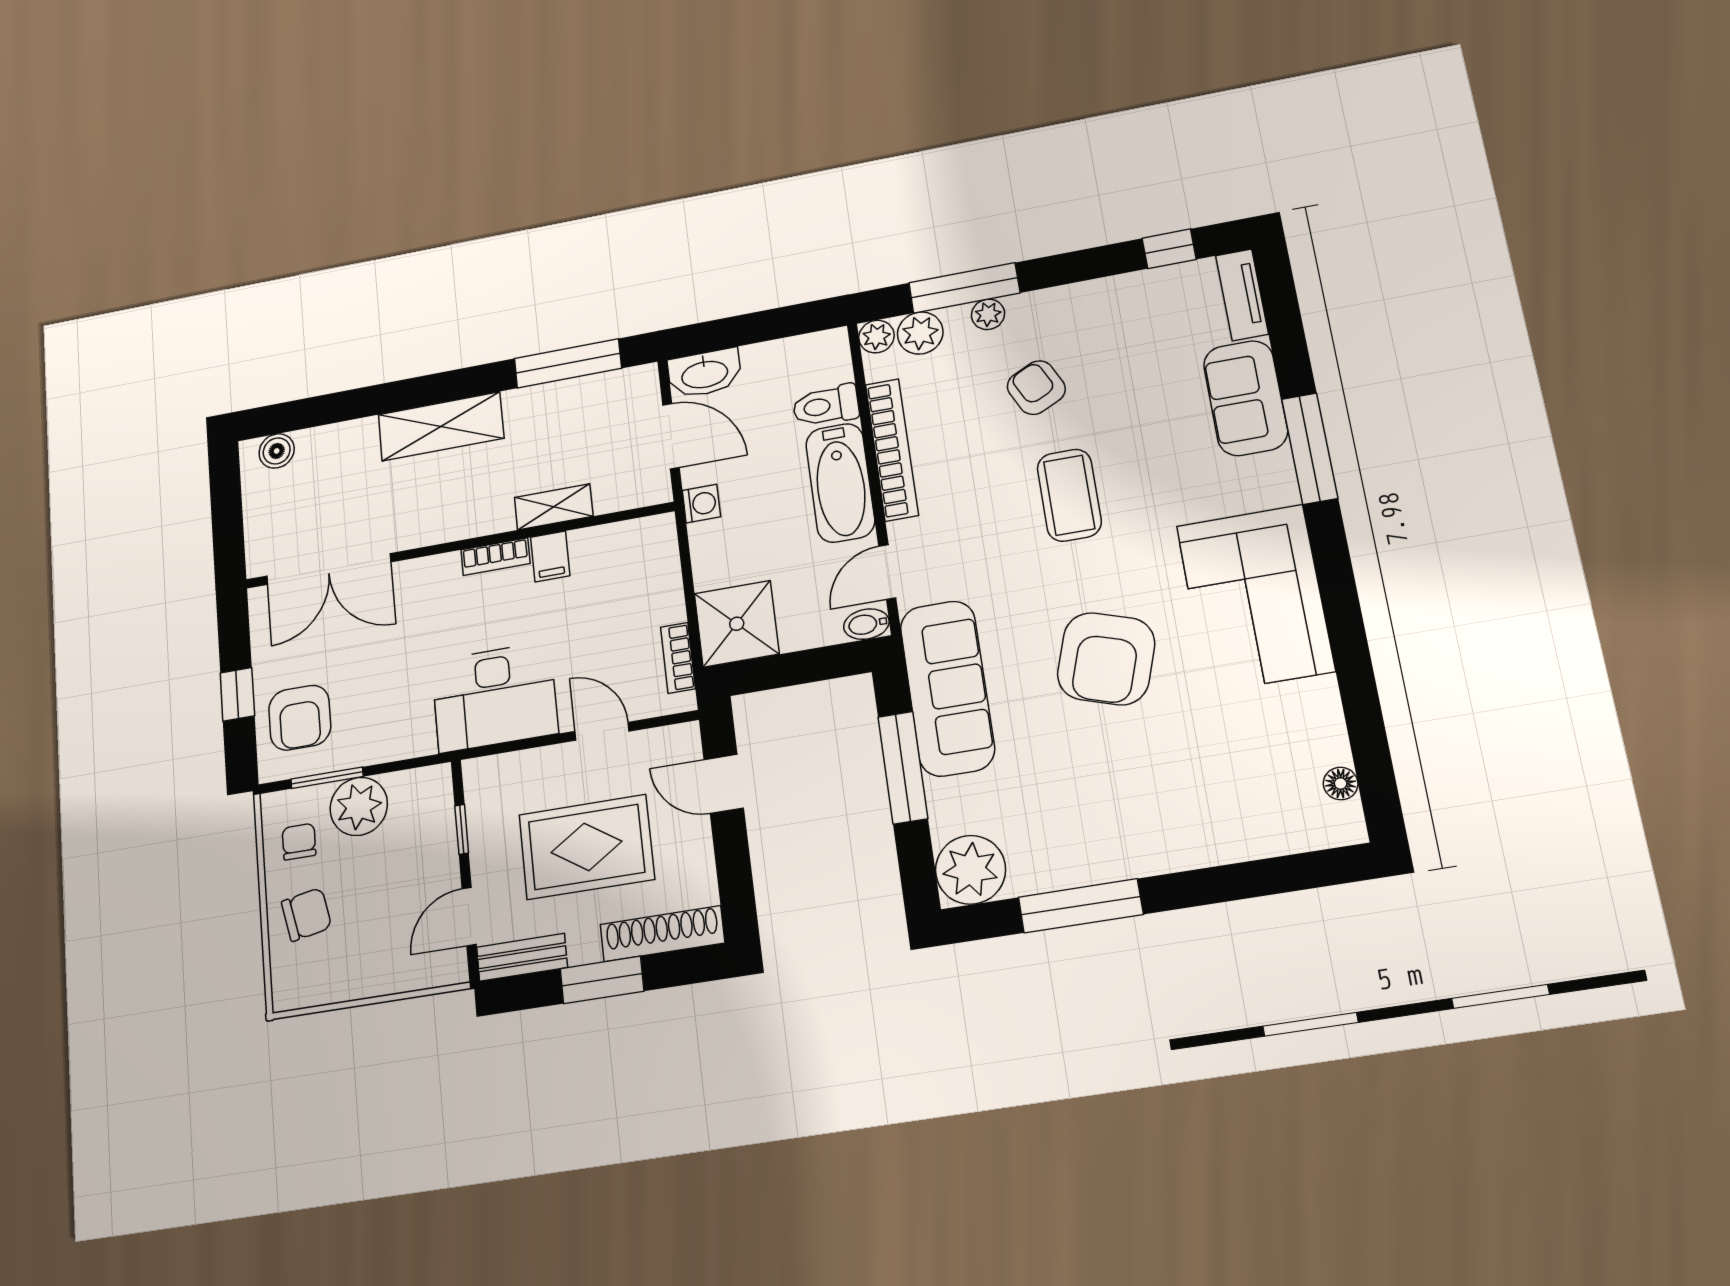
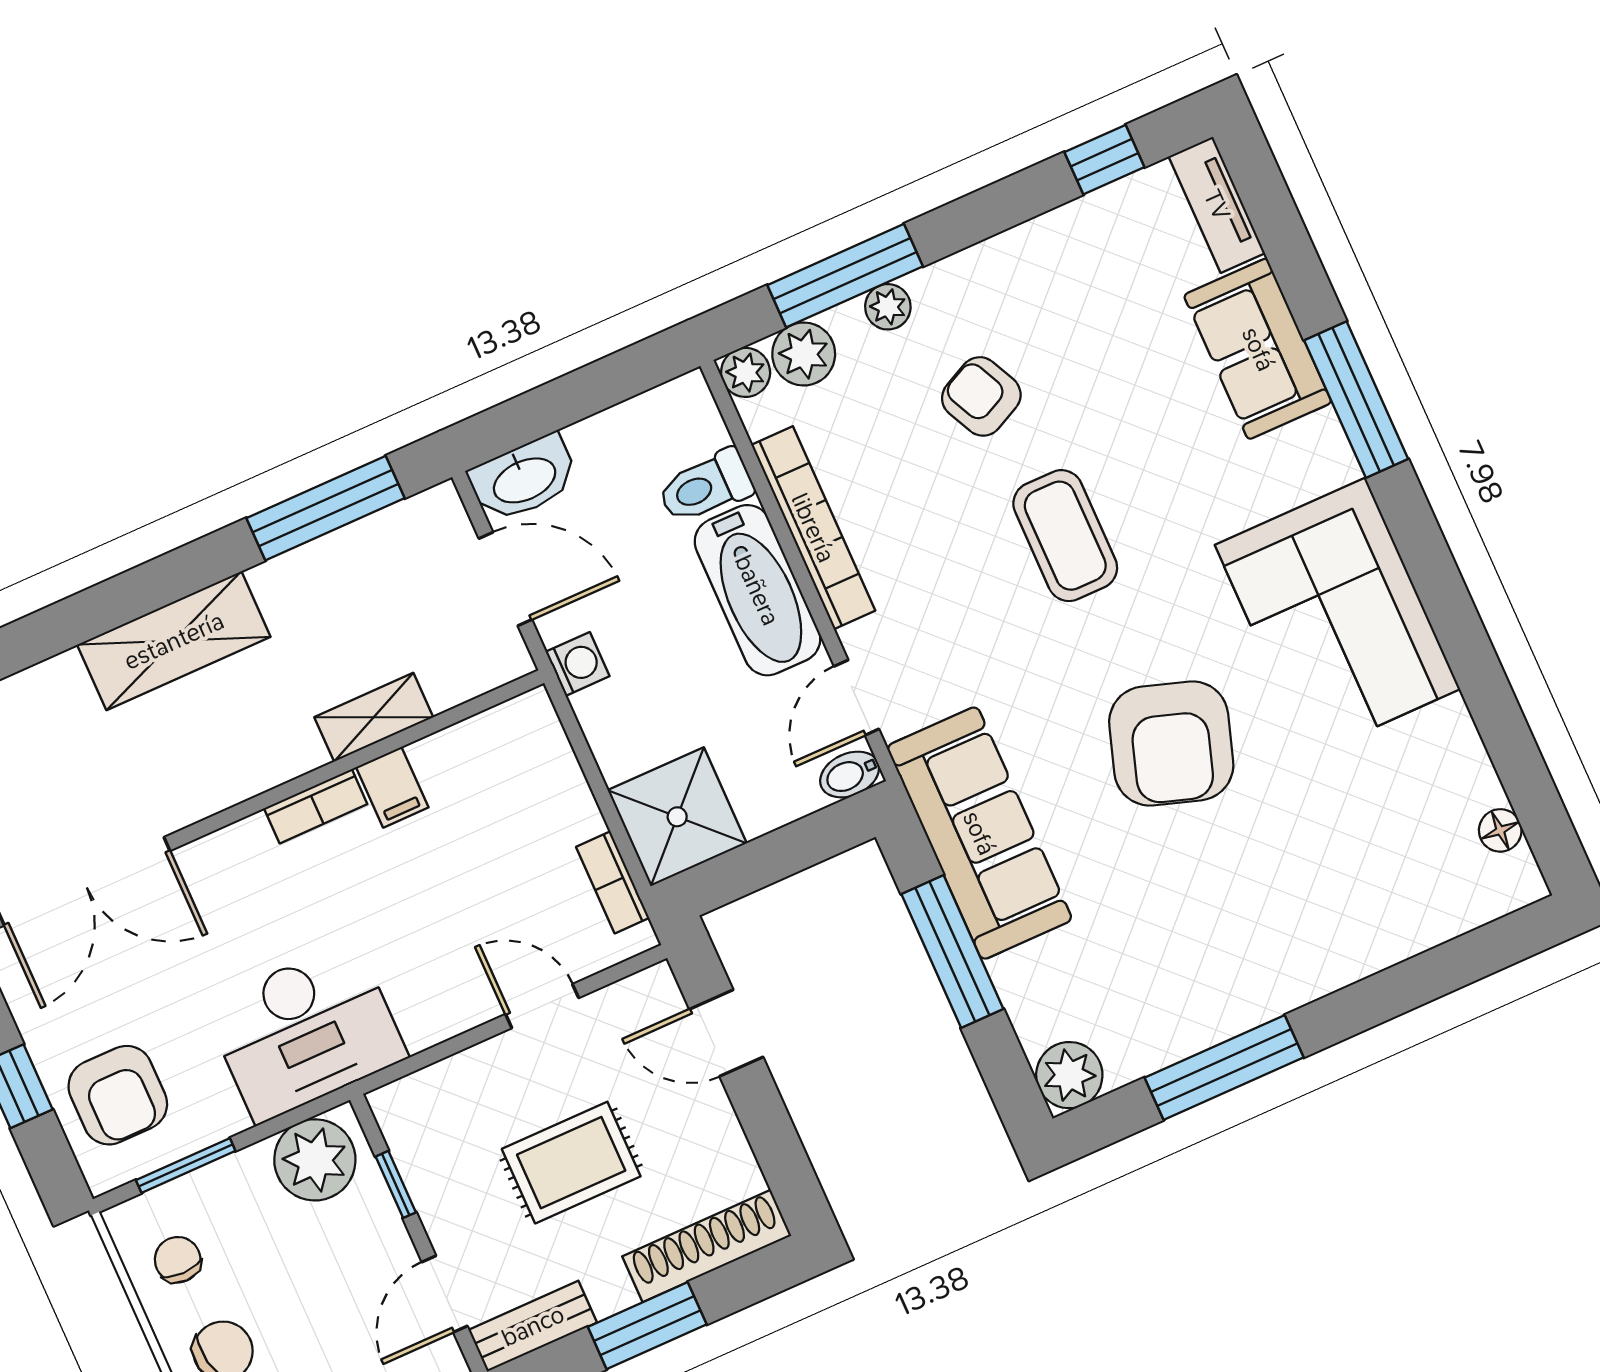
desk: (495, 697) -> (306, 1031), moved
plant: (359, 806) -> (315, 1160), moved
rug: (586, 847) -> (571, 1163), width x0.73, depth x0.70
plant: (971, 870) -> (1069, 1075), width x0.73, depth x0.73

